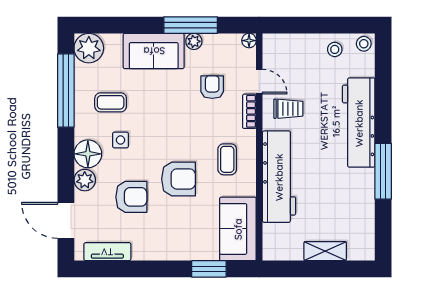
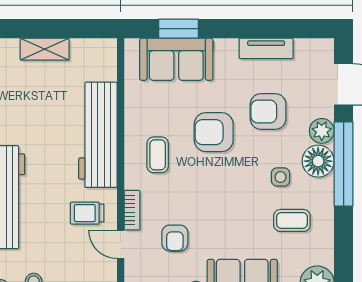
window: (66, 91) -> (344, 164), moved
sofa: (238, 229) -> (176, 59), moved, turned 90
tv unit: (107, 252) -> (266, 48), moved

